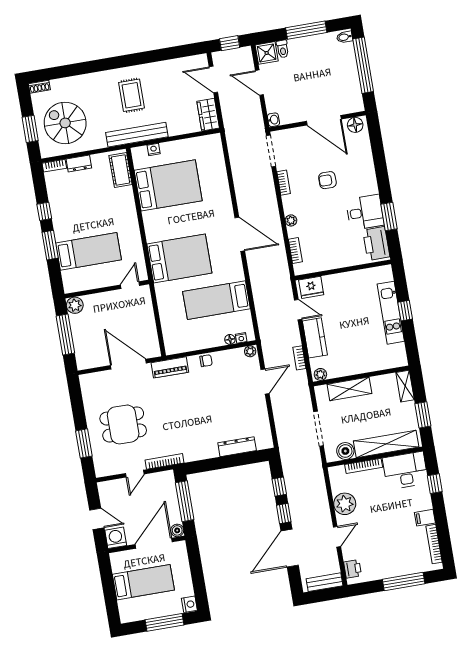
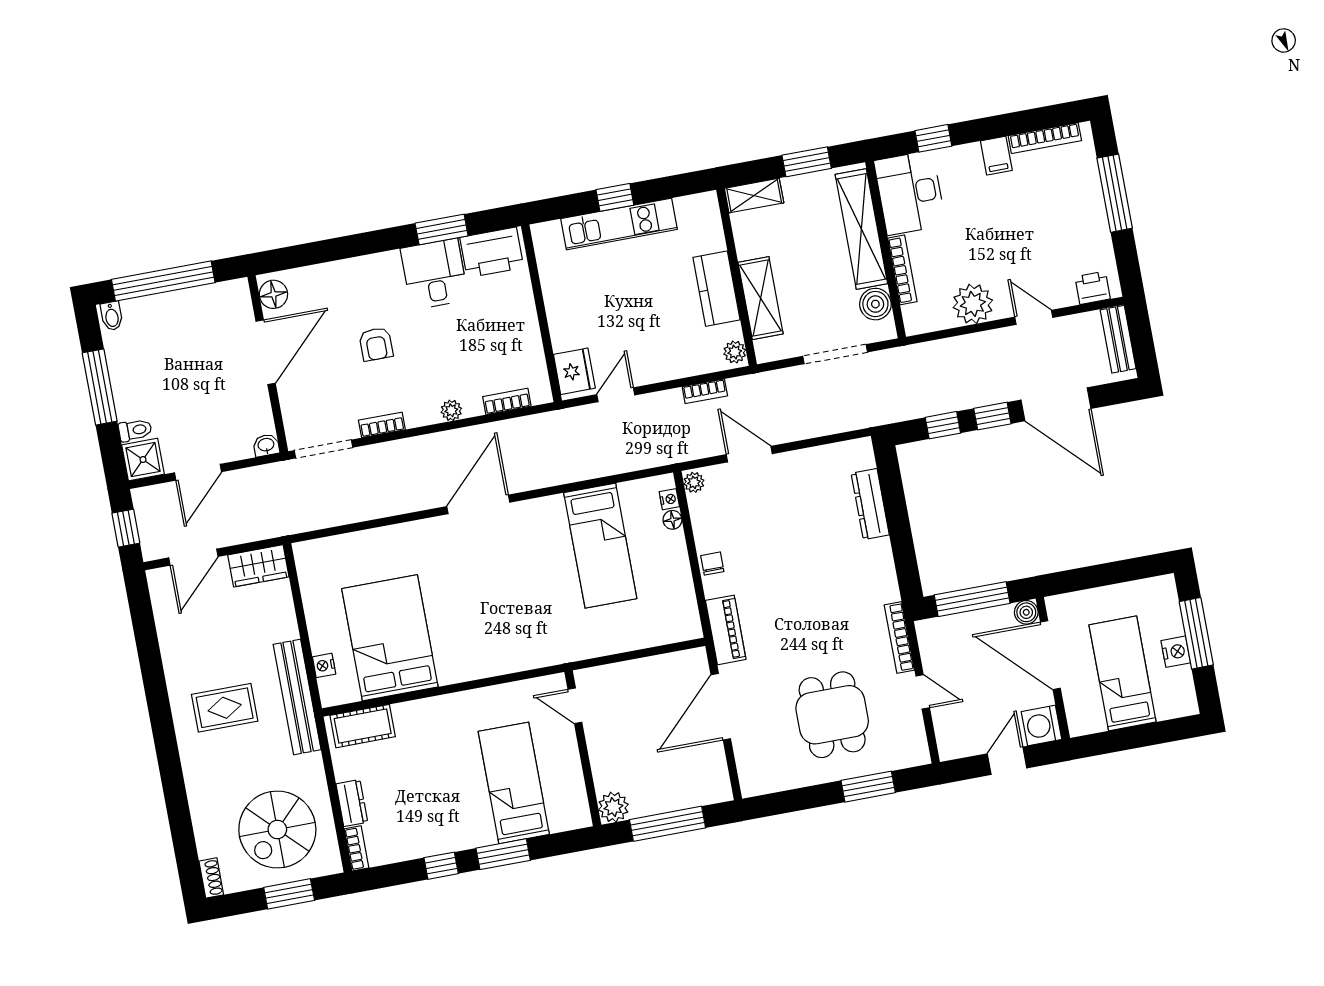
bed: (179, 259) -> (525, 615), removed
kitchen counter: (315, 338) -> (717, 289), moved, turned -90
nightstand: (189, 604) -> (1176, 652), moved, turned 90

